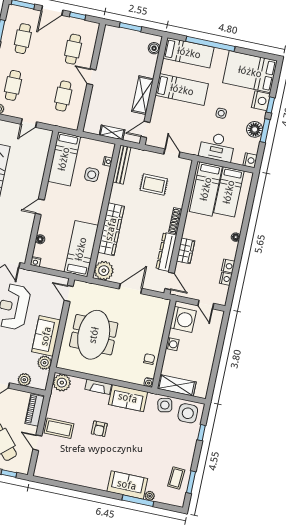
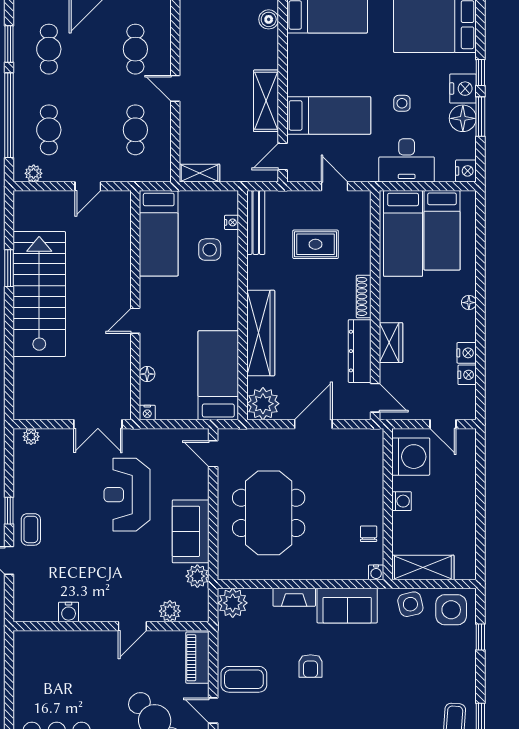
bed: (182, 90) -> (329, 115), moved
nightstand: (261, 101) -> (463, 89), moved
shelving: (112, 133) -> (199, 173), moved

